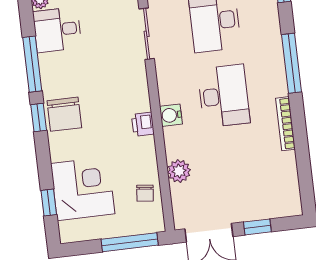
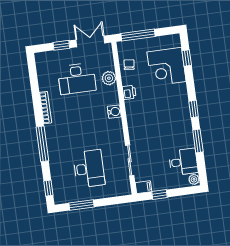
window: (32, 64) -> (198, 141), width x0.69
desk: (224, 96) -> (77, 79), moved, turned -90
chair: (64, 114) -> (178, 111), removed
printer: (143, 124) -> (129, 92), moved

